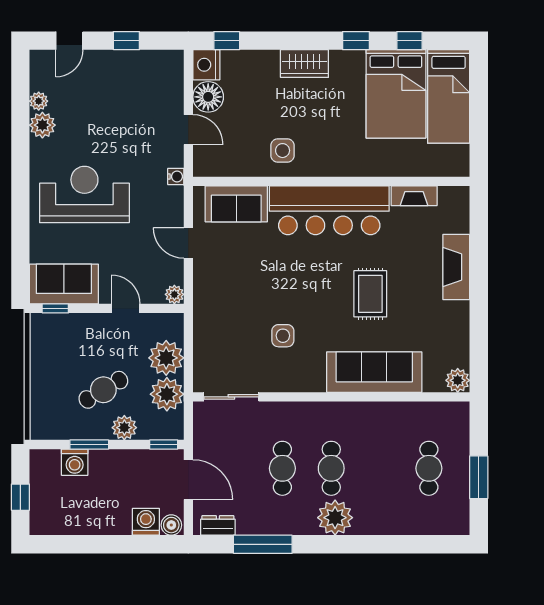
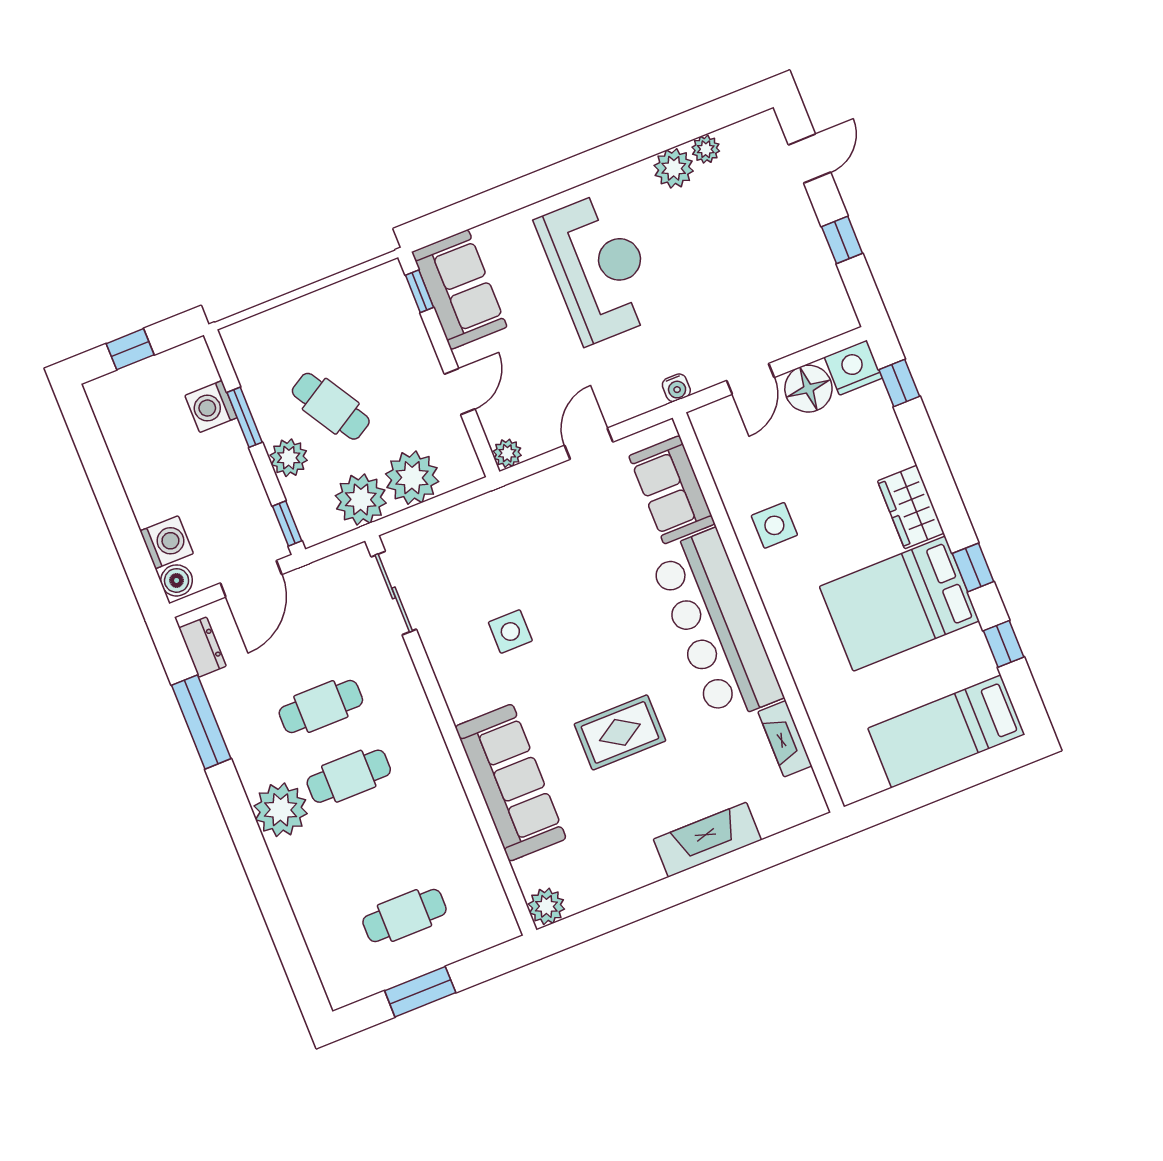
door: (69, 41) -> (809, 159), swing flipped
bed: (396, 94) -> (899, 604), moved

